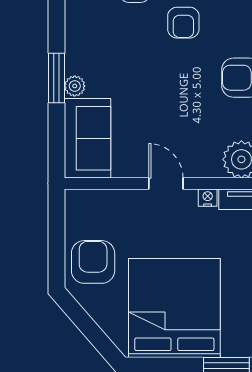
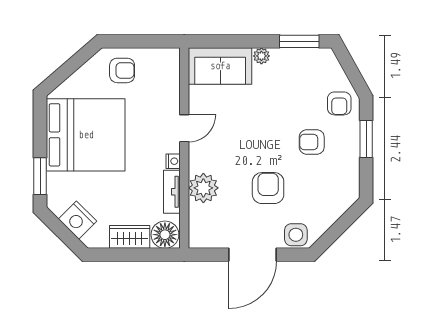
window: (56, 78) -> (299, 41), moved
armchair: (93, 262) -> (122, 70), width x0.72, depth x0.72

